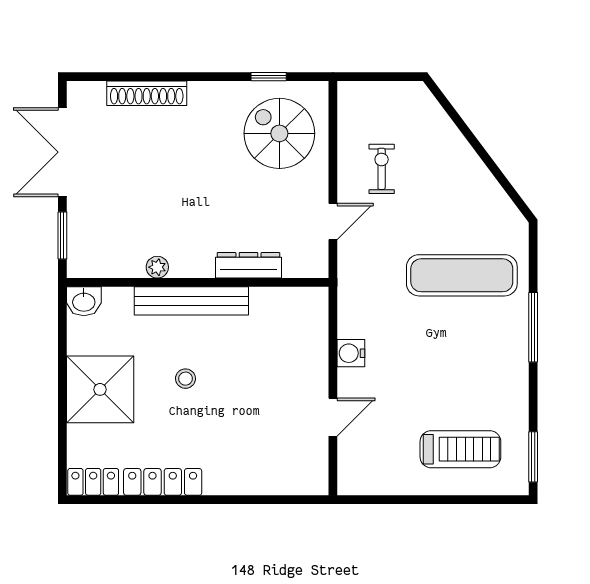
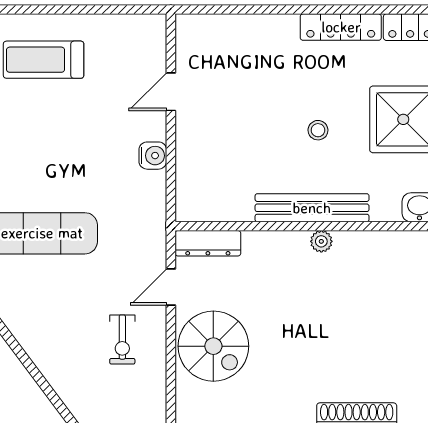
spiral stairs: (279, 133) -> (213, 346), moved
dresser: (248, 265) -> (208, 243), moved
plant: (157, 267) -> (321, 241), moved

